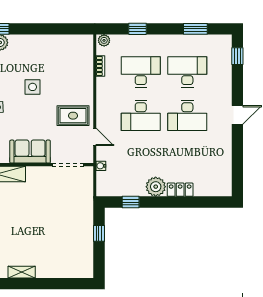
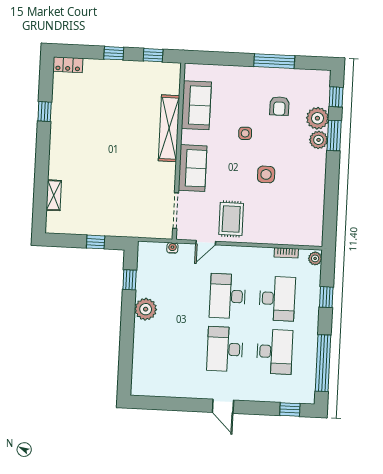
window: (195, 29) -> (323, 363), width x2.11
locker: (180, 190) -> (141, 337), removed
shelving: (22, 272) -> (54, 195), moved

